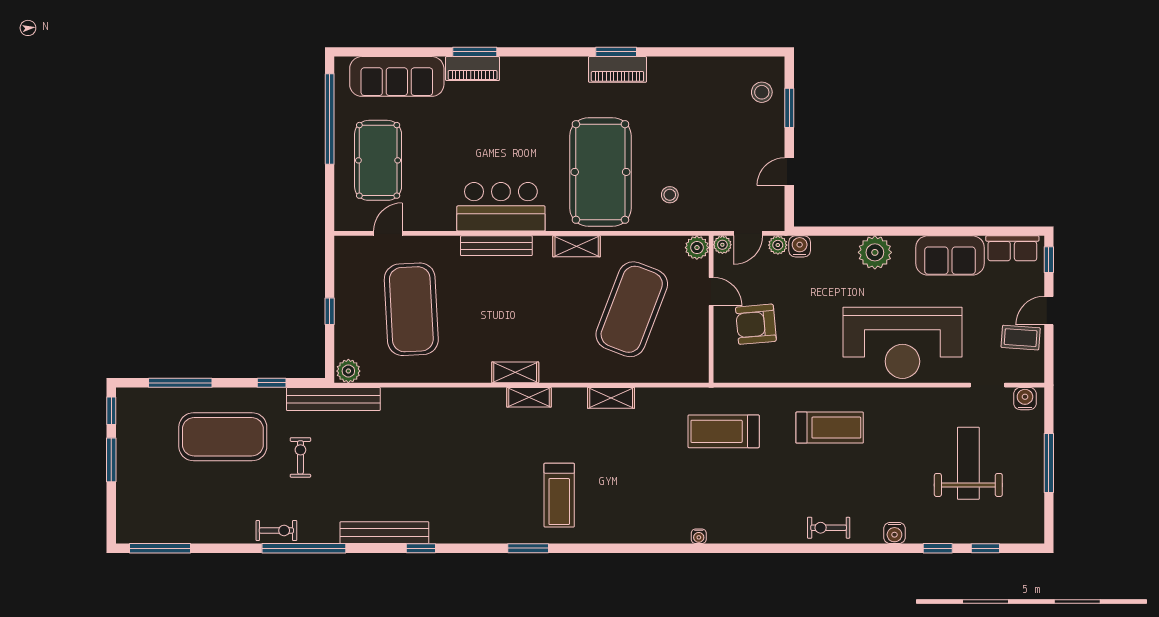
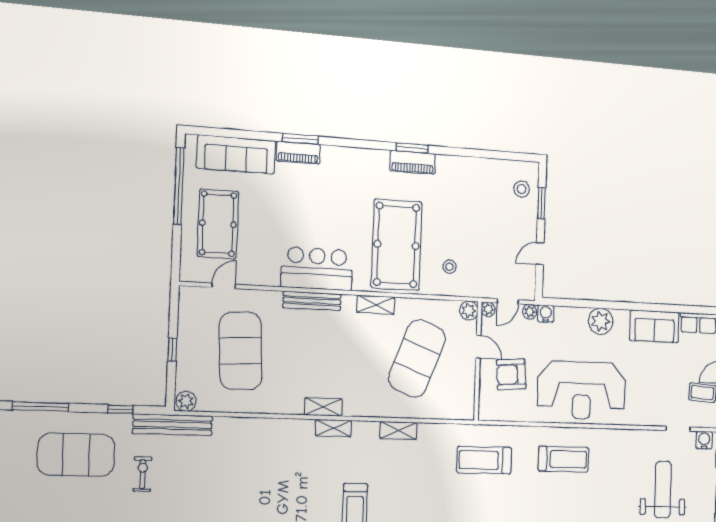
reception desk: (902, 343) -> (582, 390), moved

